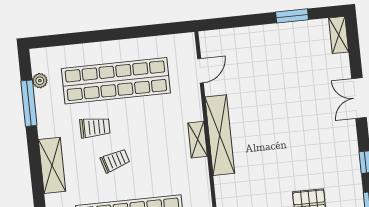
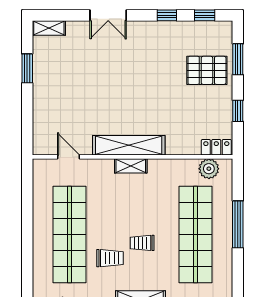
trolley: (95, 127) -> (110, 258), turned 90
trolley: (115, 161) -> (142, 243), turned -73

